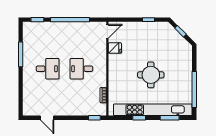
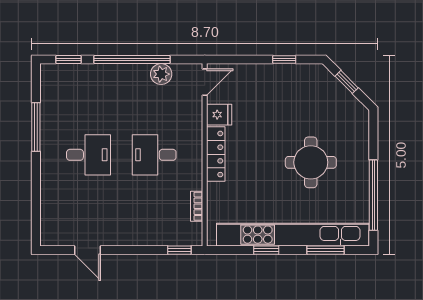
plant: (85, 27) -> (161, 74), added
locker: (113, 68) -> (216, 154), added
round table: (151, 75) -> (311, 162), moved

